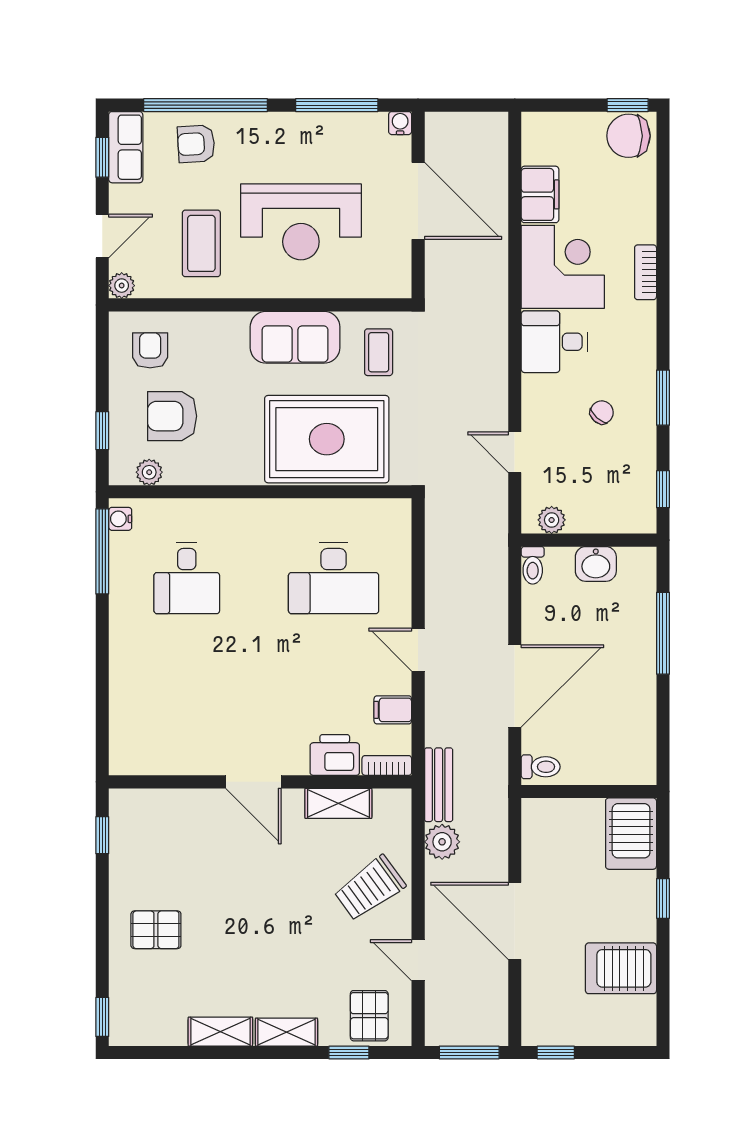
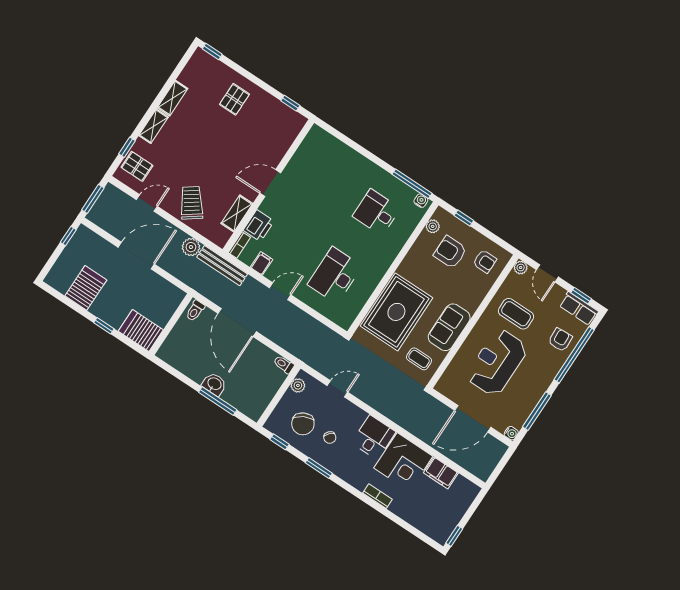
chair: (628, 136) -> (303, 424), moved, turned 152
armchair: (172, 416) -> (450, 252), turned -90
washbasin: (596, 564) -> (214, 384), moved, turned 90
bench: (439, 785) -> (222, 266), width x1.36

